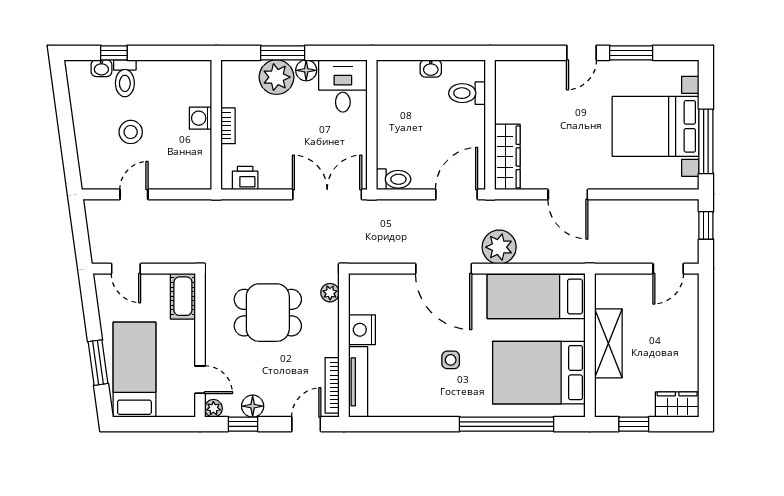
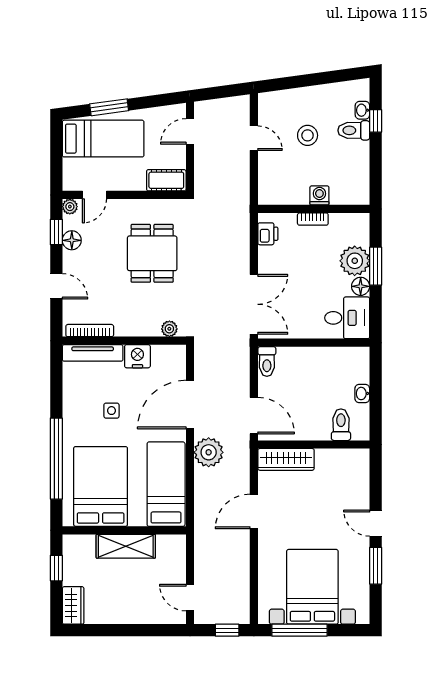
plant: (330, 293) -> (169, 329), moved
nightstand: (362, 330) -> (137, 356), moved
wall: (344, 345) -> (124, 341), moved
tv unit: (358, 382) -> (93, 353), moved
bookcase: (332, 385) -> (90, 331), moved

